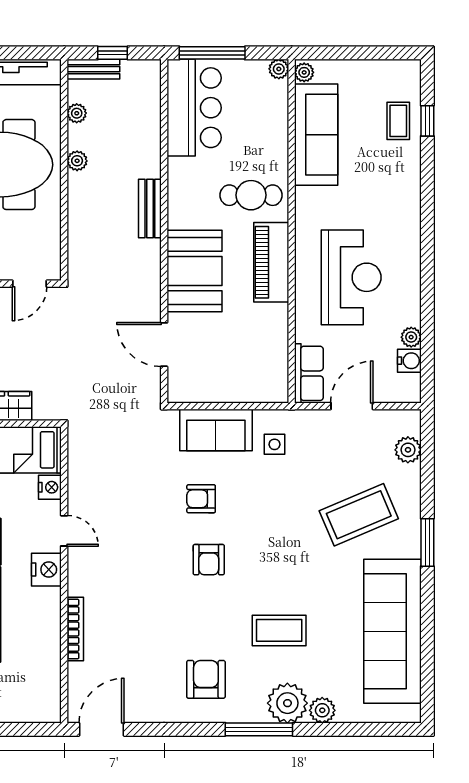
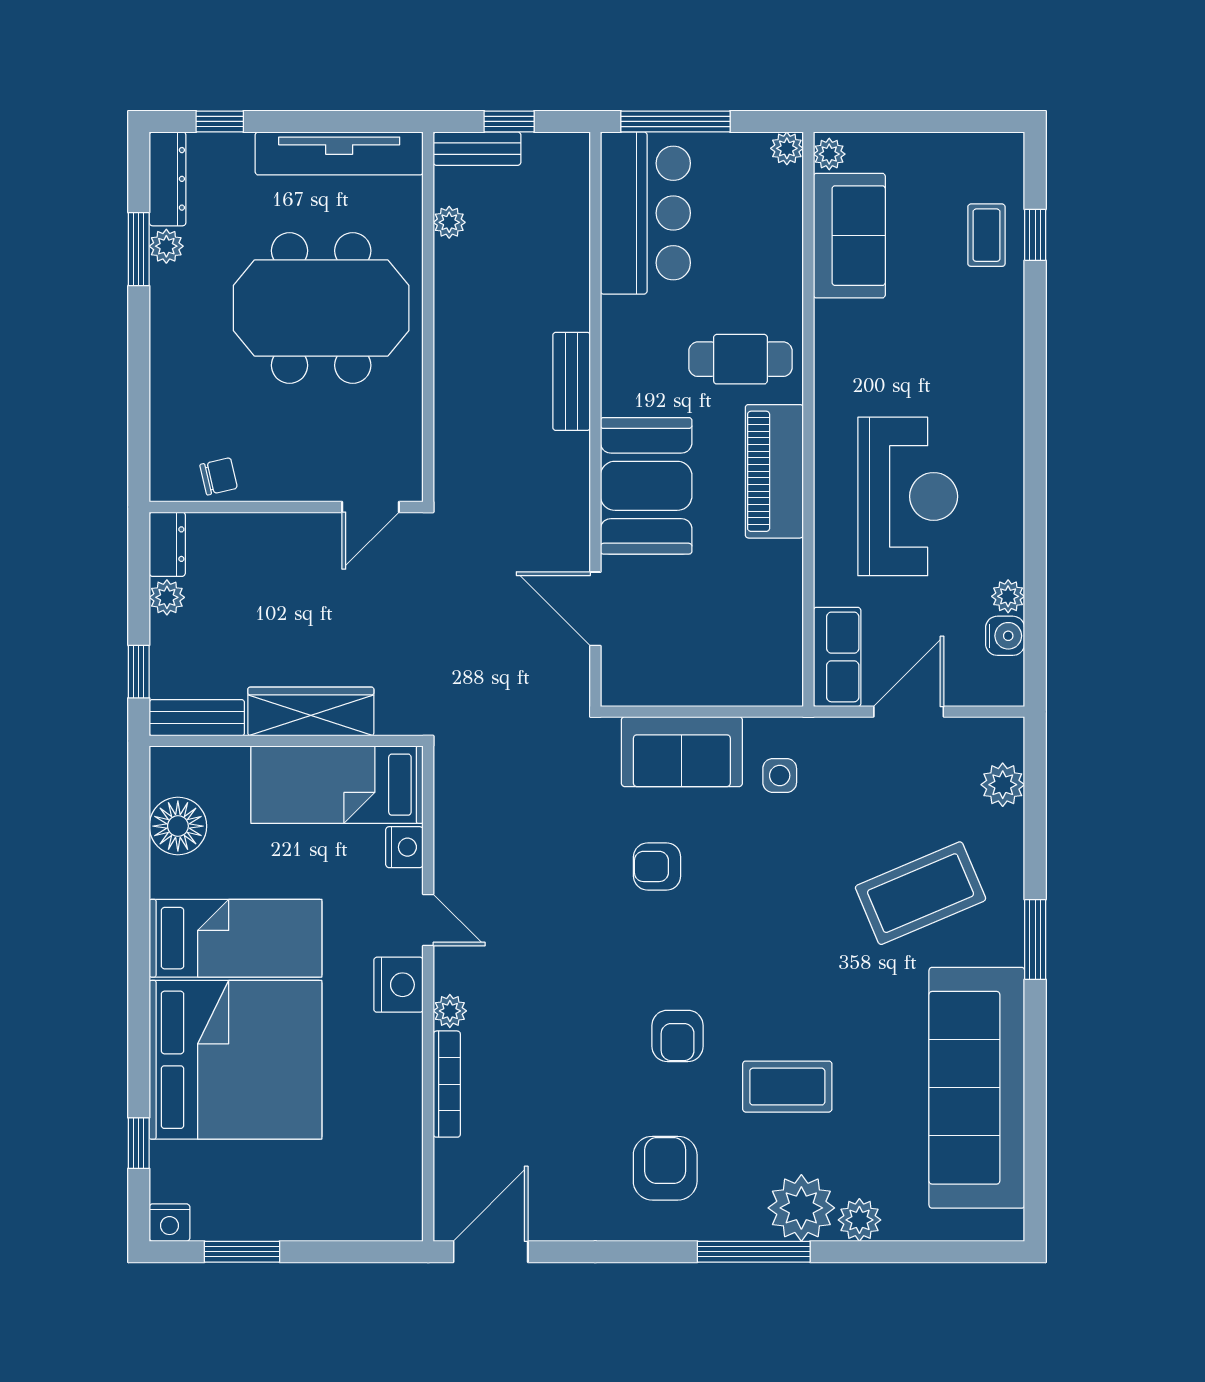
sofa: (316, 135) -> (849, 236), width x0.73
plant: (77, 161) -> (450, 1011), moved
armchair: (209, 560) -> (678, 1036), moved

